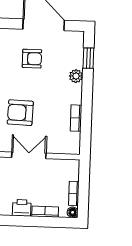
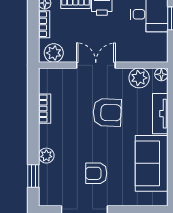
double door: (29, 155) -> (96, 65), swing flipped
plant: (66, 167) -> (54, 53), added

